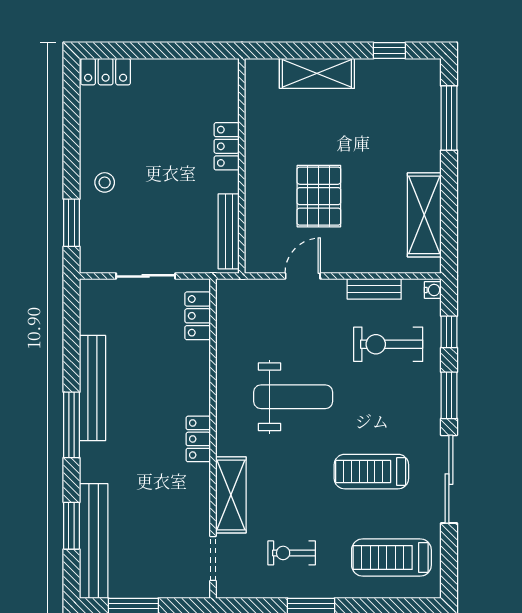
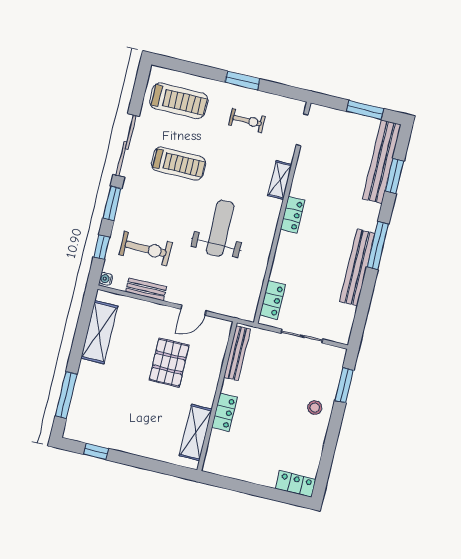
shelving: (317, 73) -> (196, 433), moved, turned 90
weight bench: (293, 397) -> (220, 228), turned 90
shelving: (231, 495) -> (280, 180), width x0.67, depth x0.75

